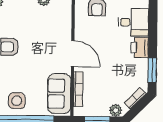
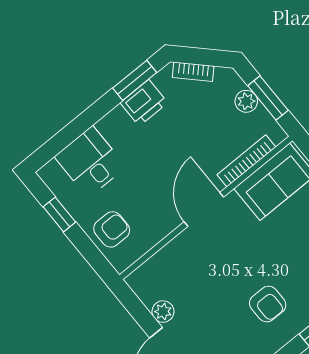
printer: (140, 48) -> (144, 103), moved
plant: (116, 110) -> (246, 101), moved

